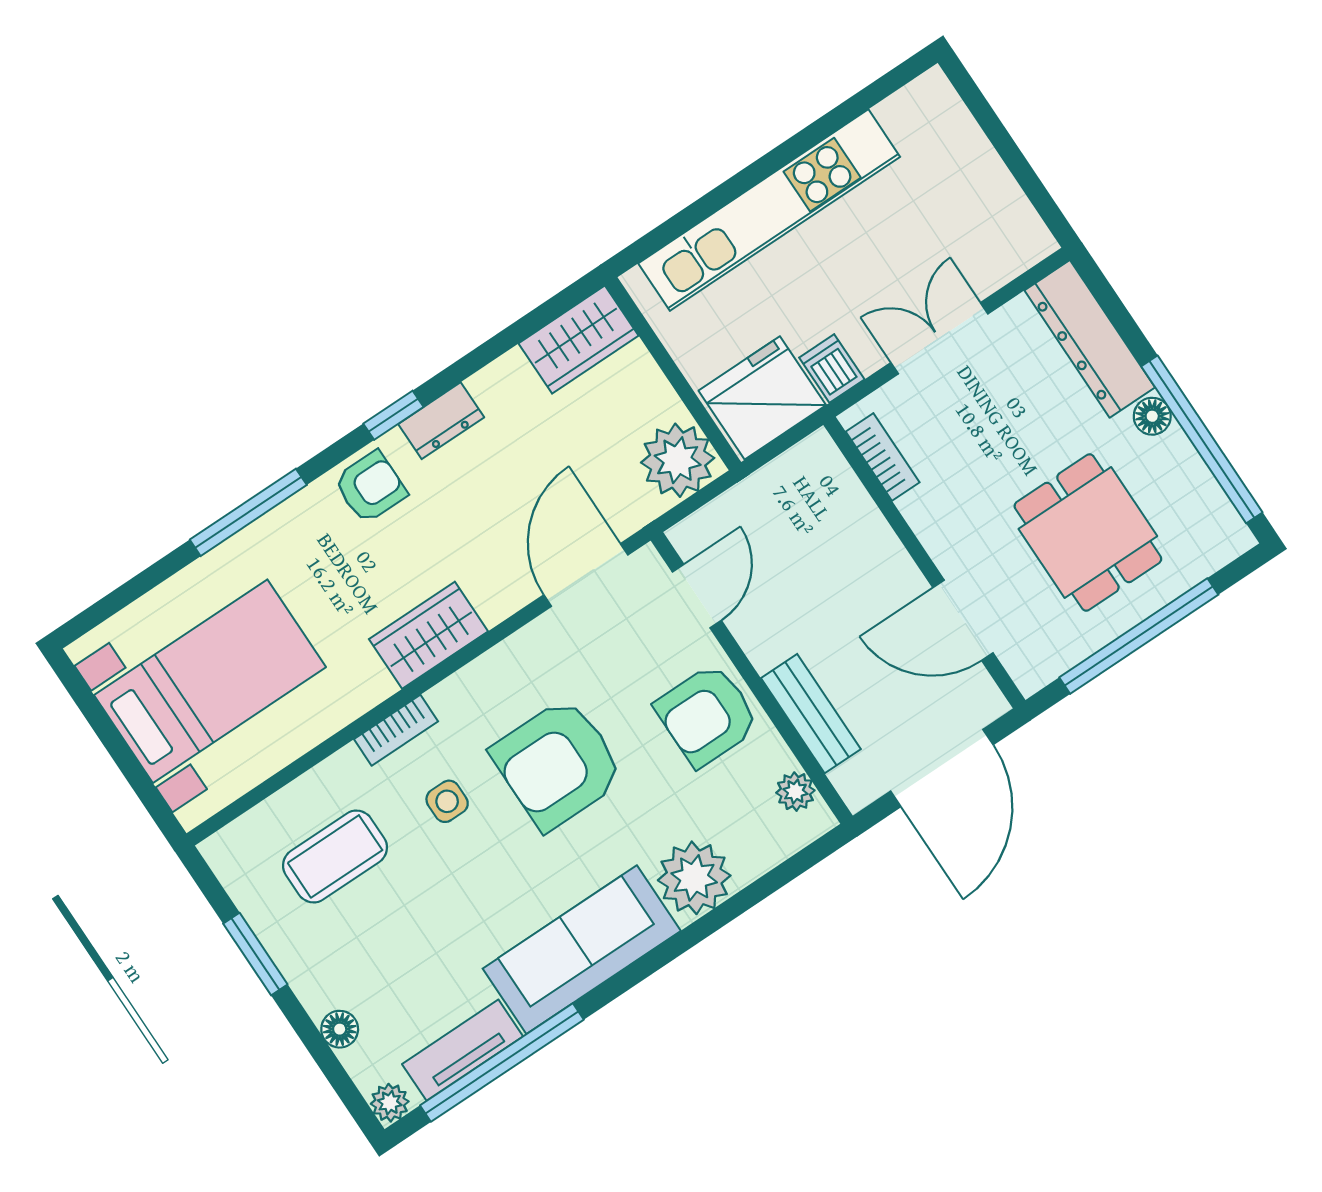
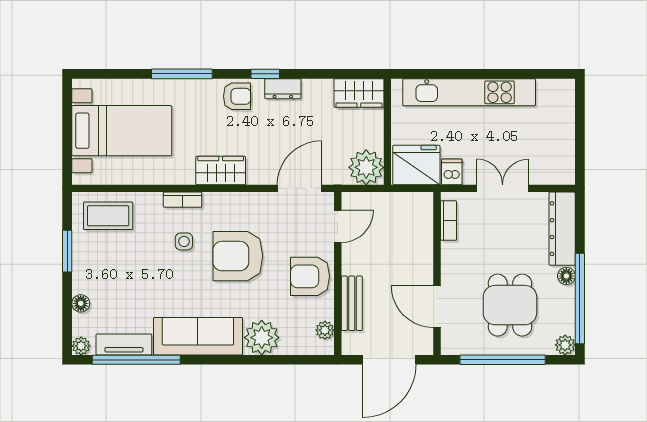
plant: (1230, 538) -> (565, 345), added
coffee table: (335, 856) -> (108, 216), moved

